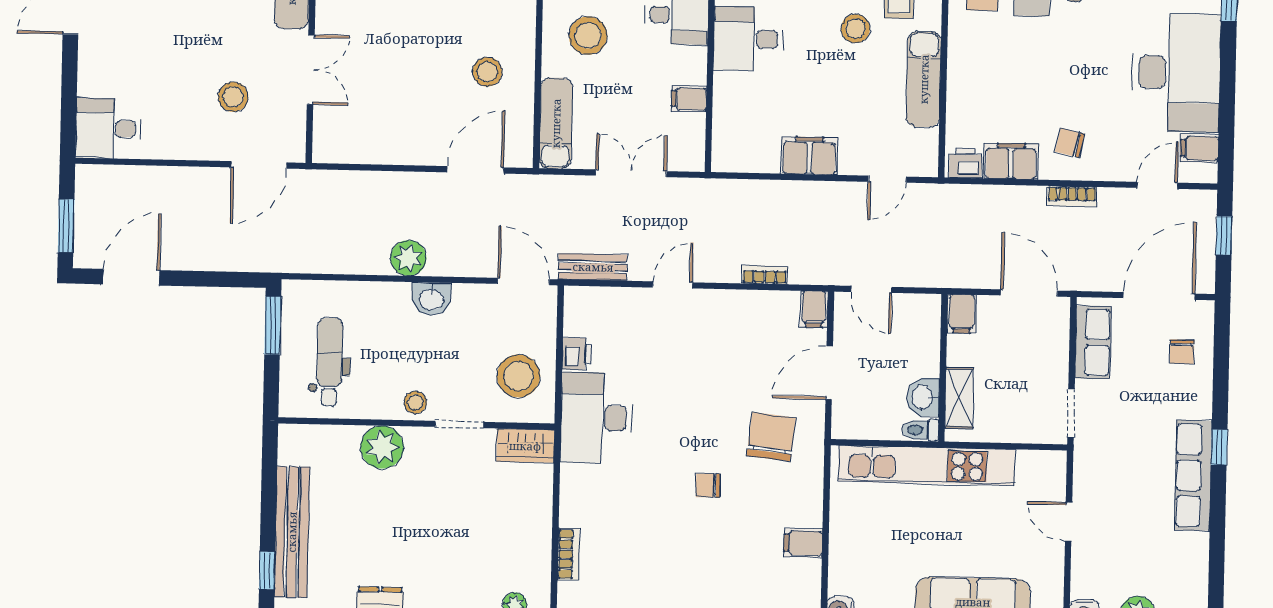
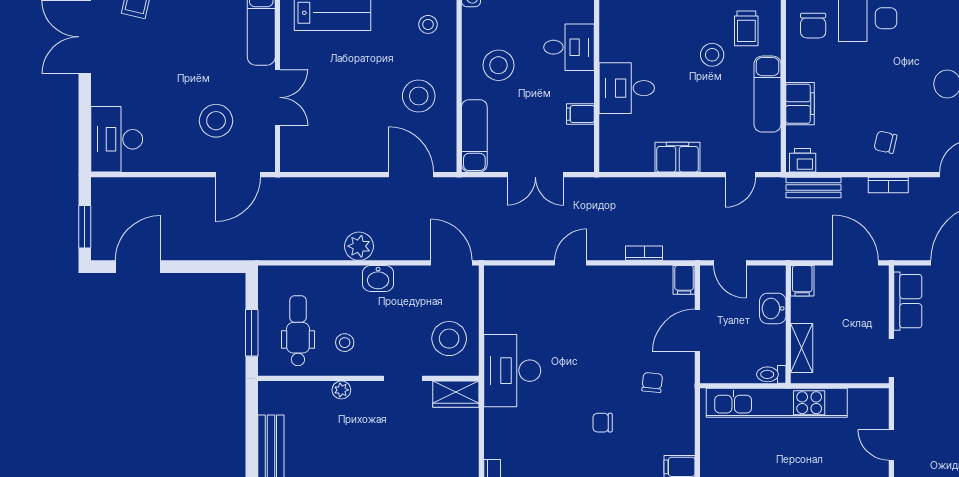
desk: (748, 39) -> (627, 88), moved
stool: (487, 72) -> (419, 96), width x1.38, depth x1.38
stool: (233, 97) -> (216, 121), width x1.38, depth x1.38
desk: (108, 128) -> (117, 139), width x1.37
filing cabinet: (1011, 161) -> (800, 104), moved, turned 90
door: (475, 170) -> (411, 175), hinge flipped
double door: (631, 173) -> (535, 175), swing flipped
bench: (593, 267) -> (814, 187), moved
window: (273, 325) -> (252, 333), moved
printer: (577, 354) -> (495, 320), removed
washbasin: (923, 397) -> (773, 308), moved
stool: (415, 402) -> (345, 343), moved
chair: (771, 437) -> (652, 382), width x0.54, depth x0.54
plant: (382, 447) -> (341, 390), width x0.53, depth x0.53

